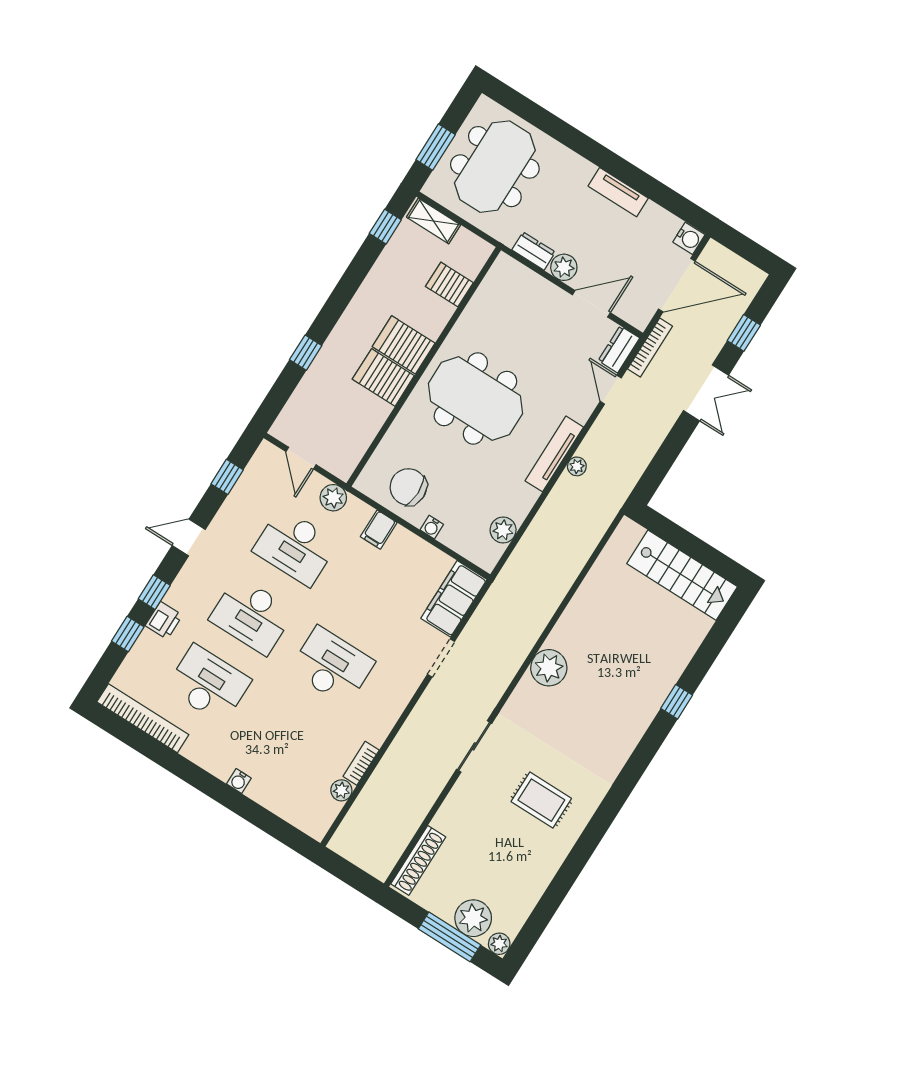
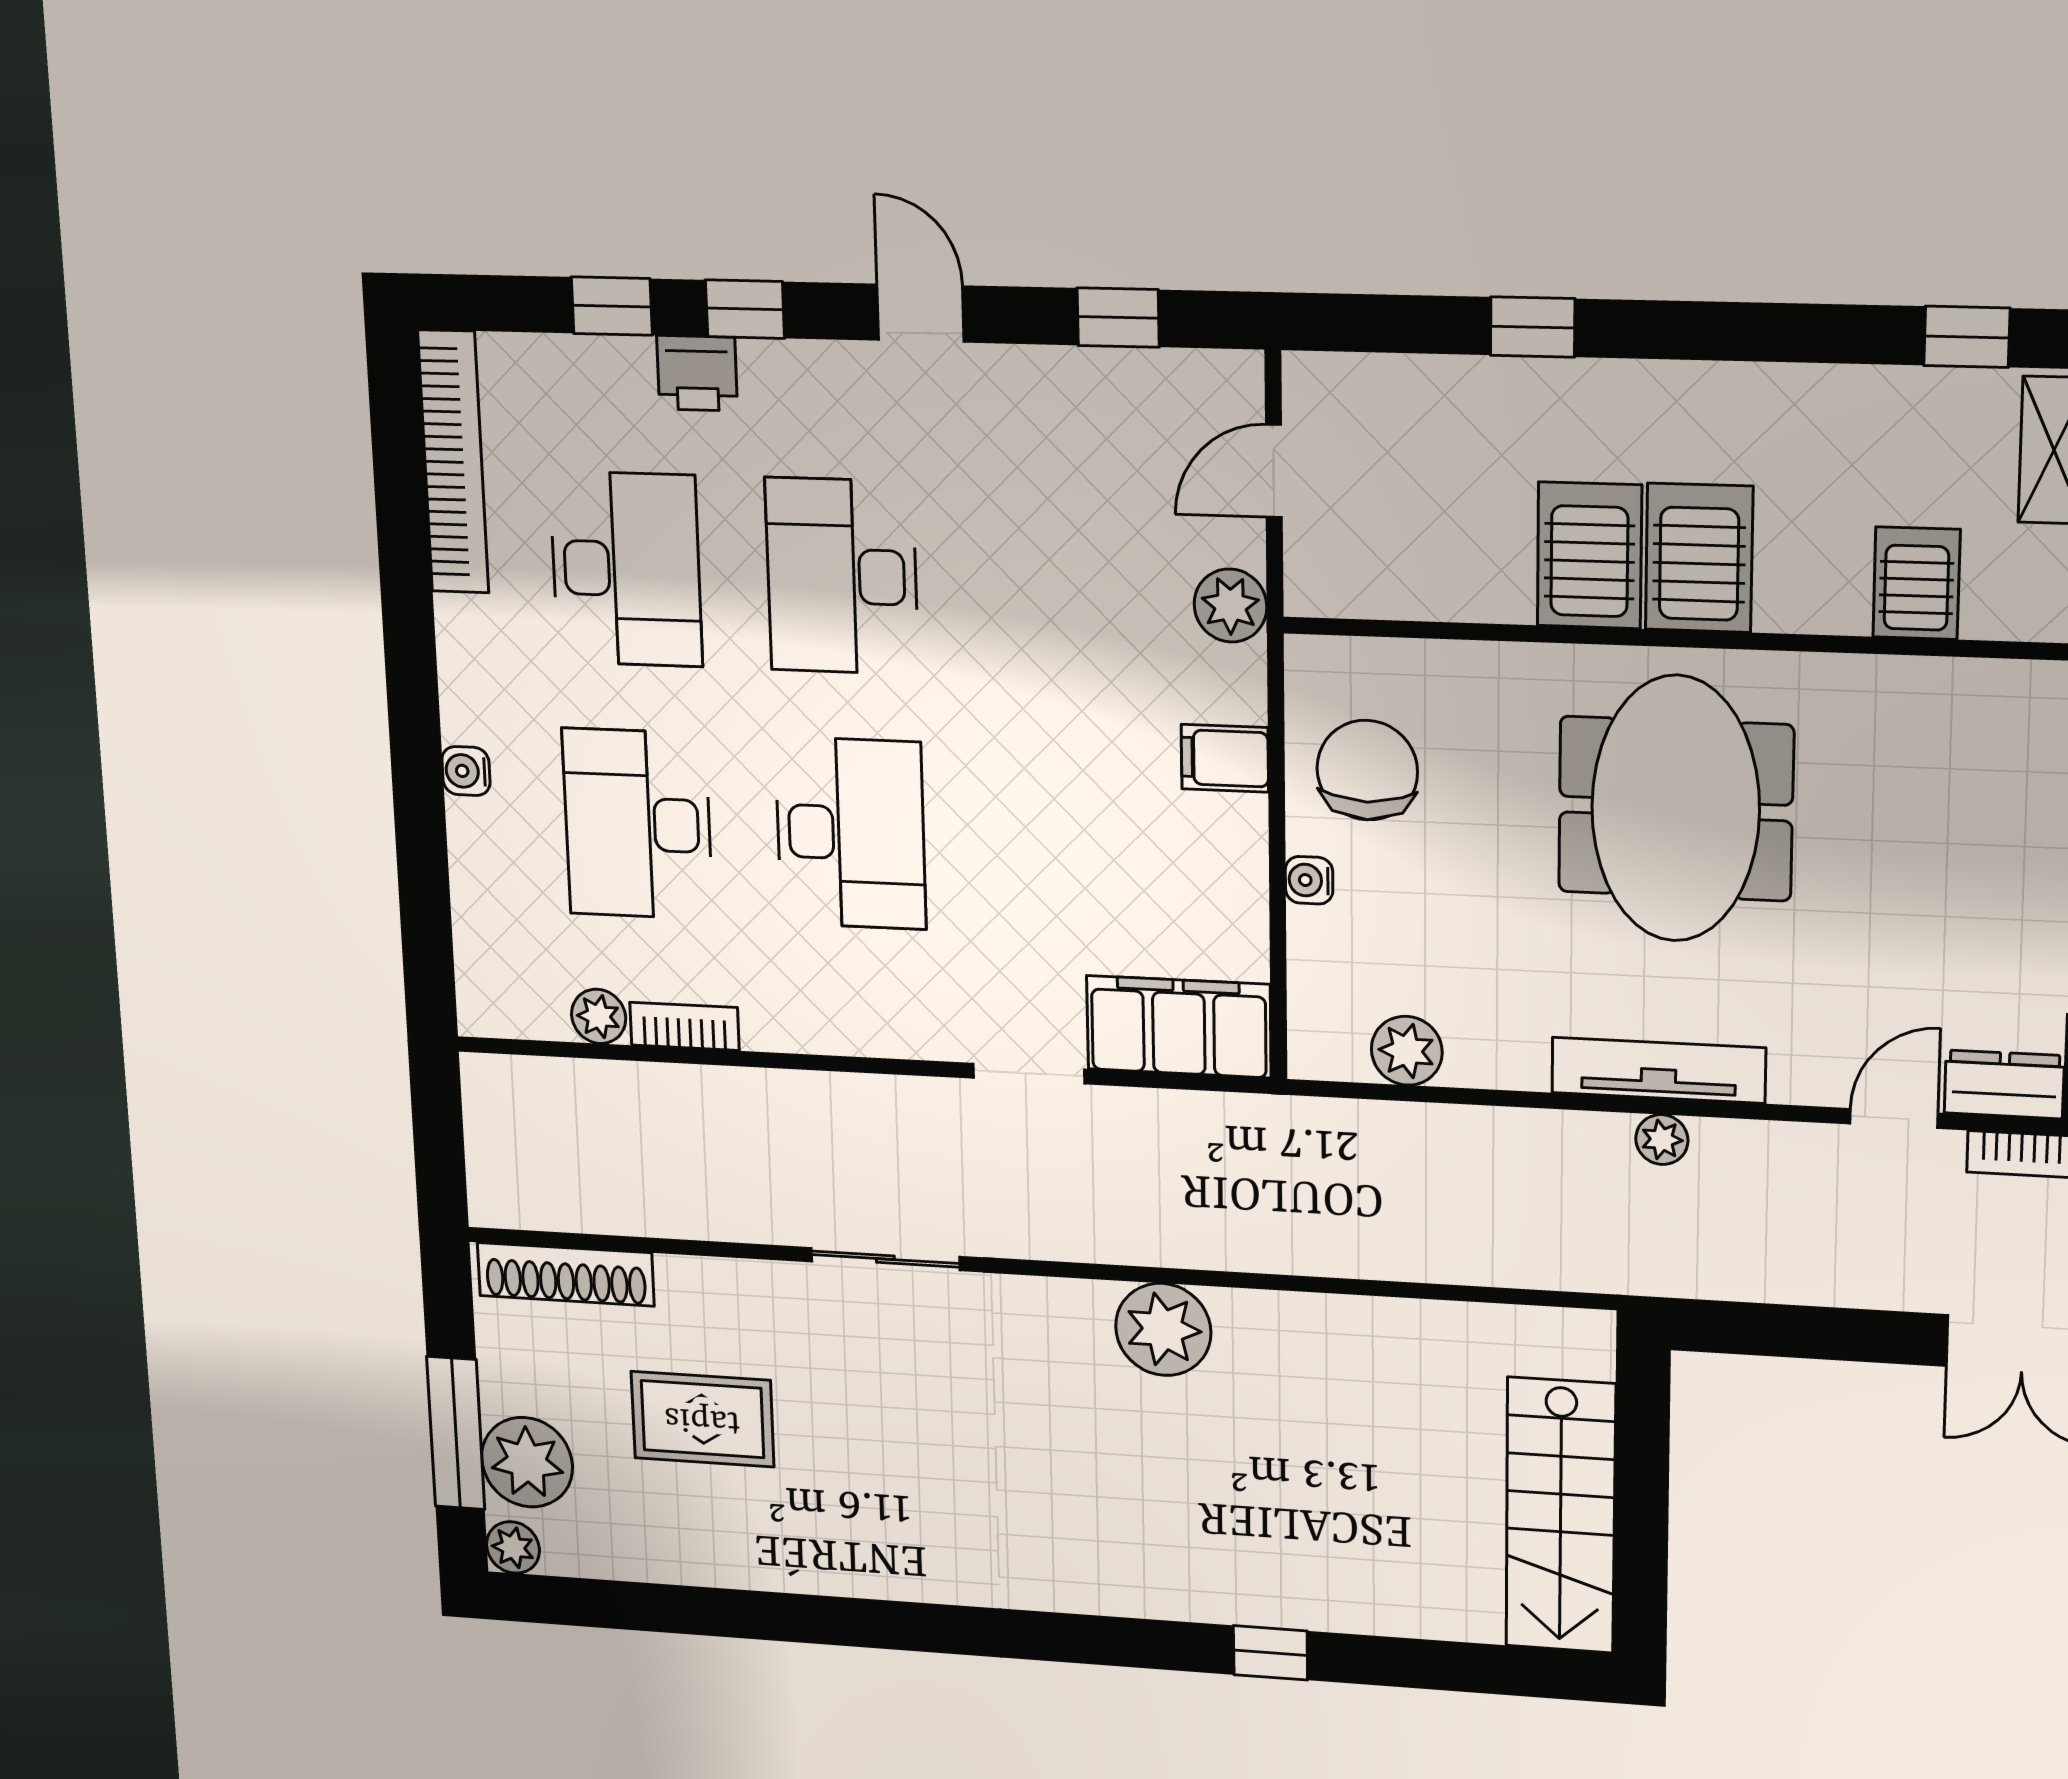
desk: (295, 547) -> (638, 824), moved
rug: (541, 800) -> (702, 1419), moved, turned 90

